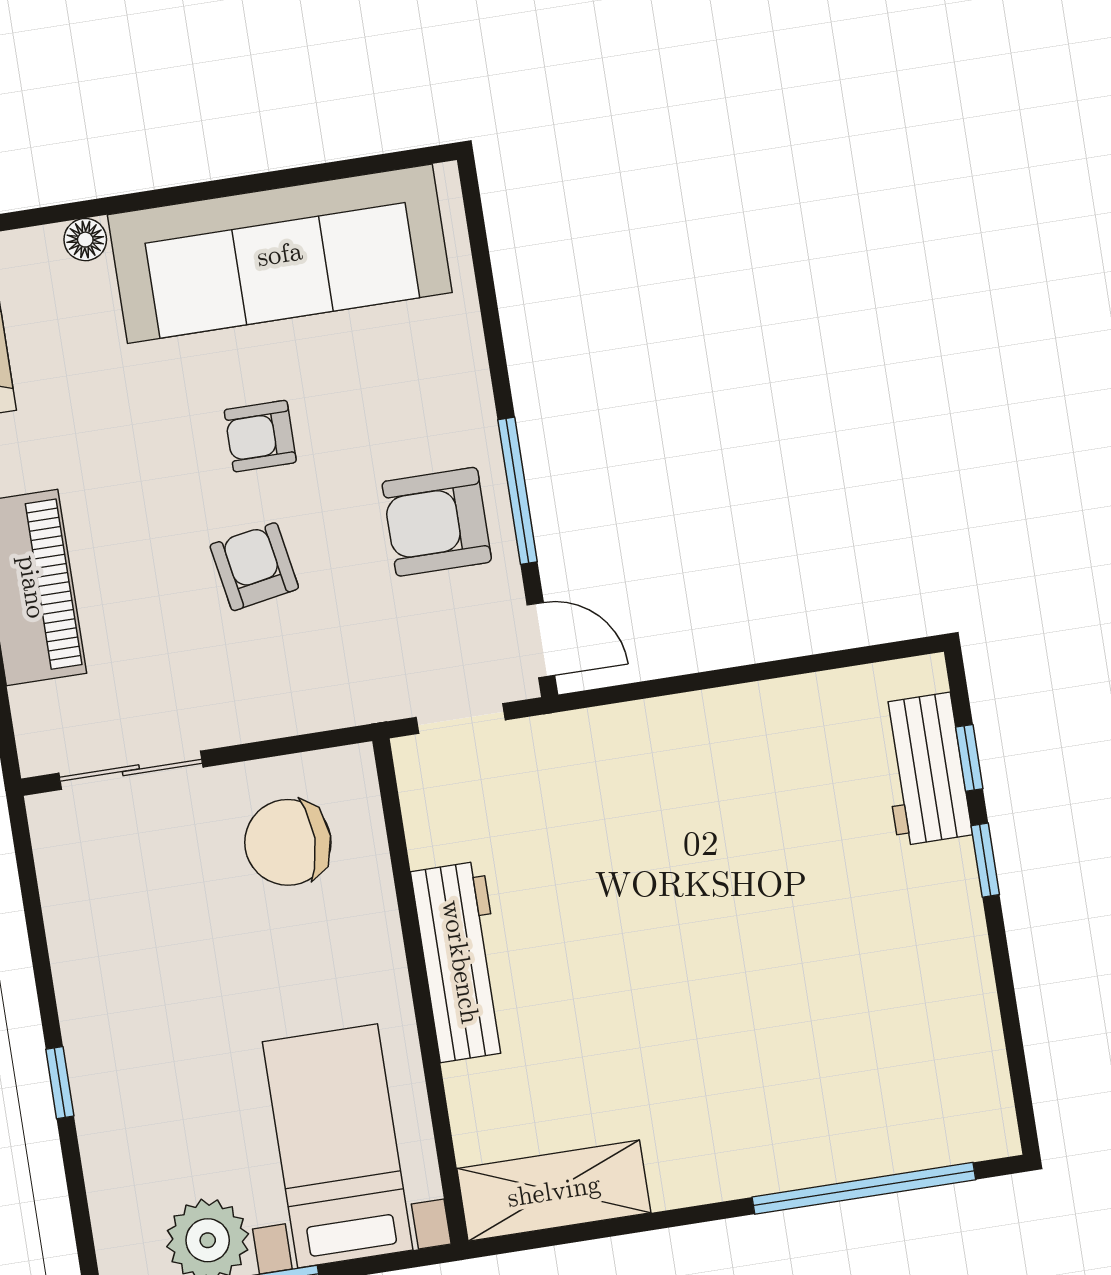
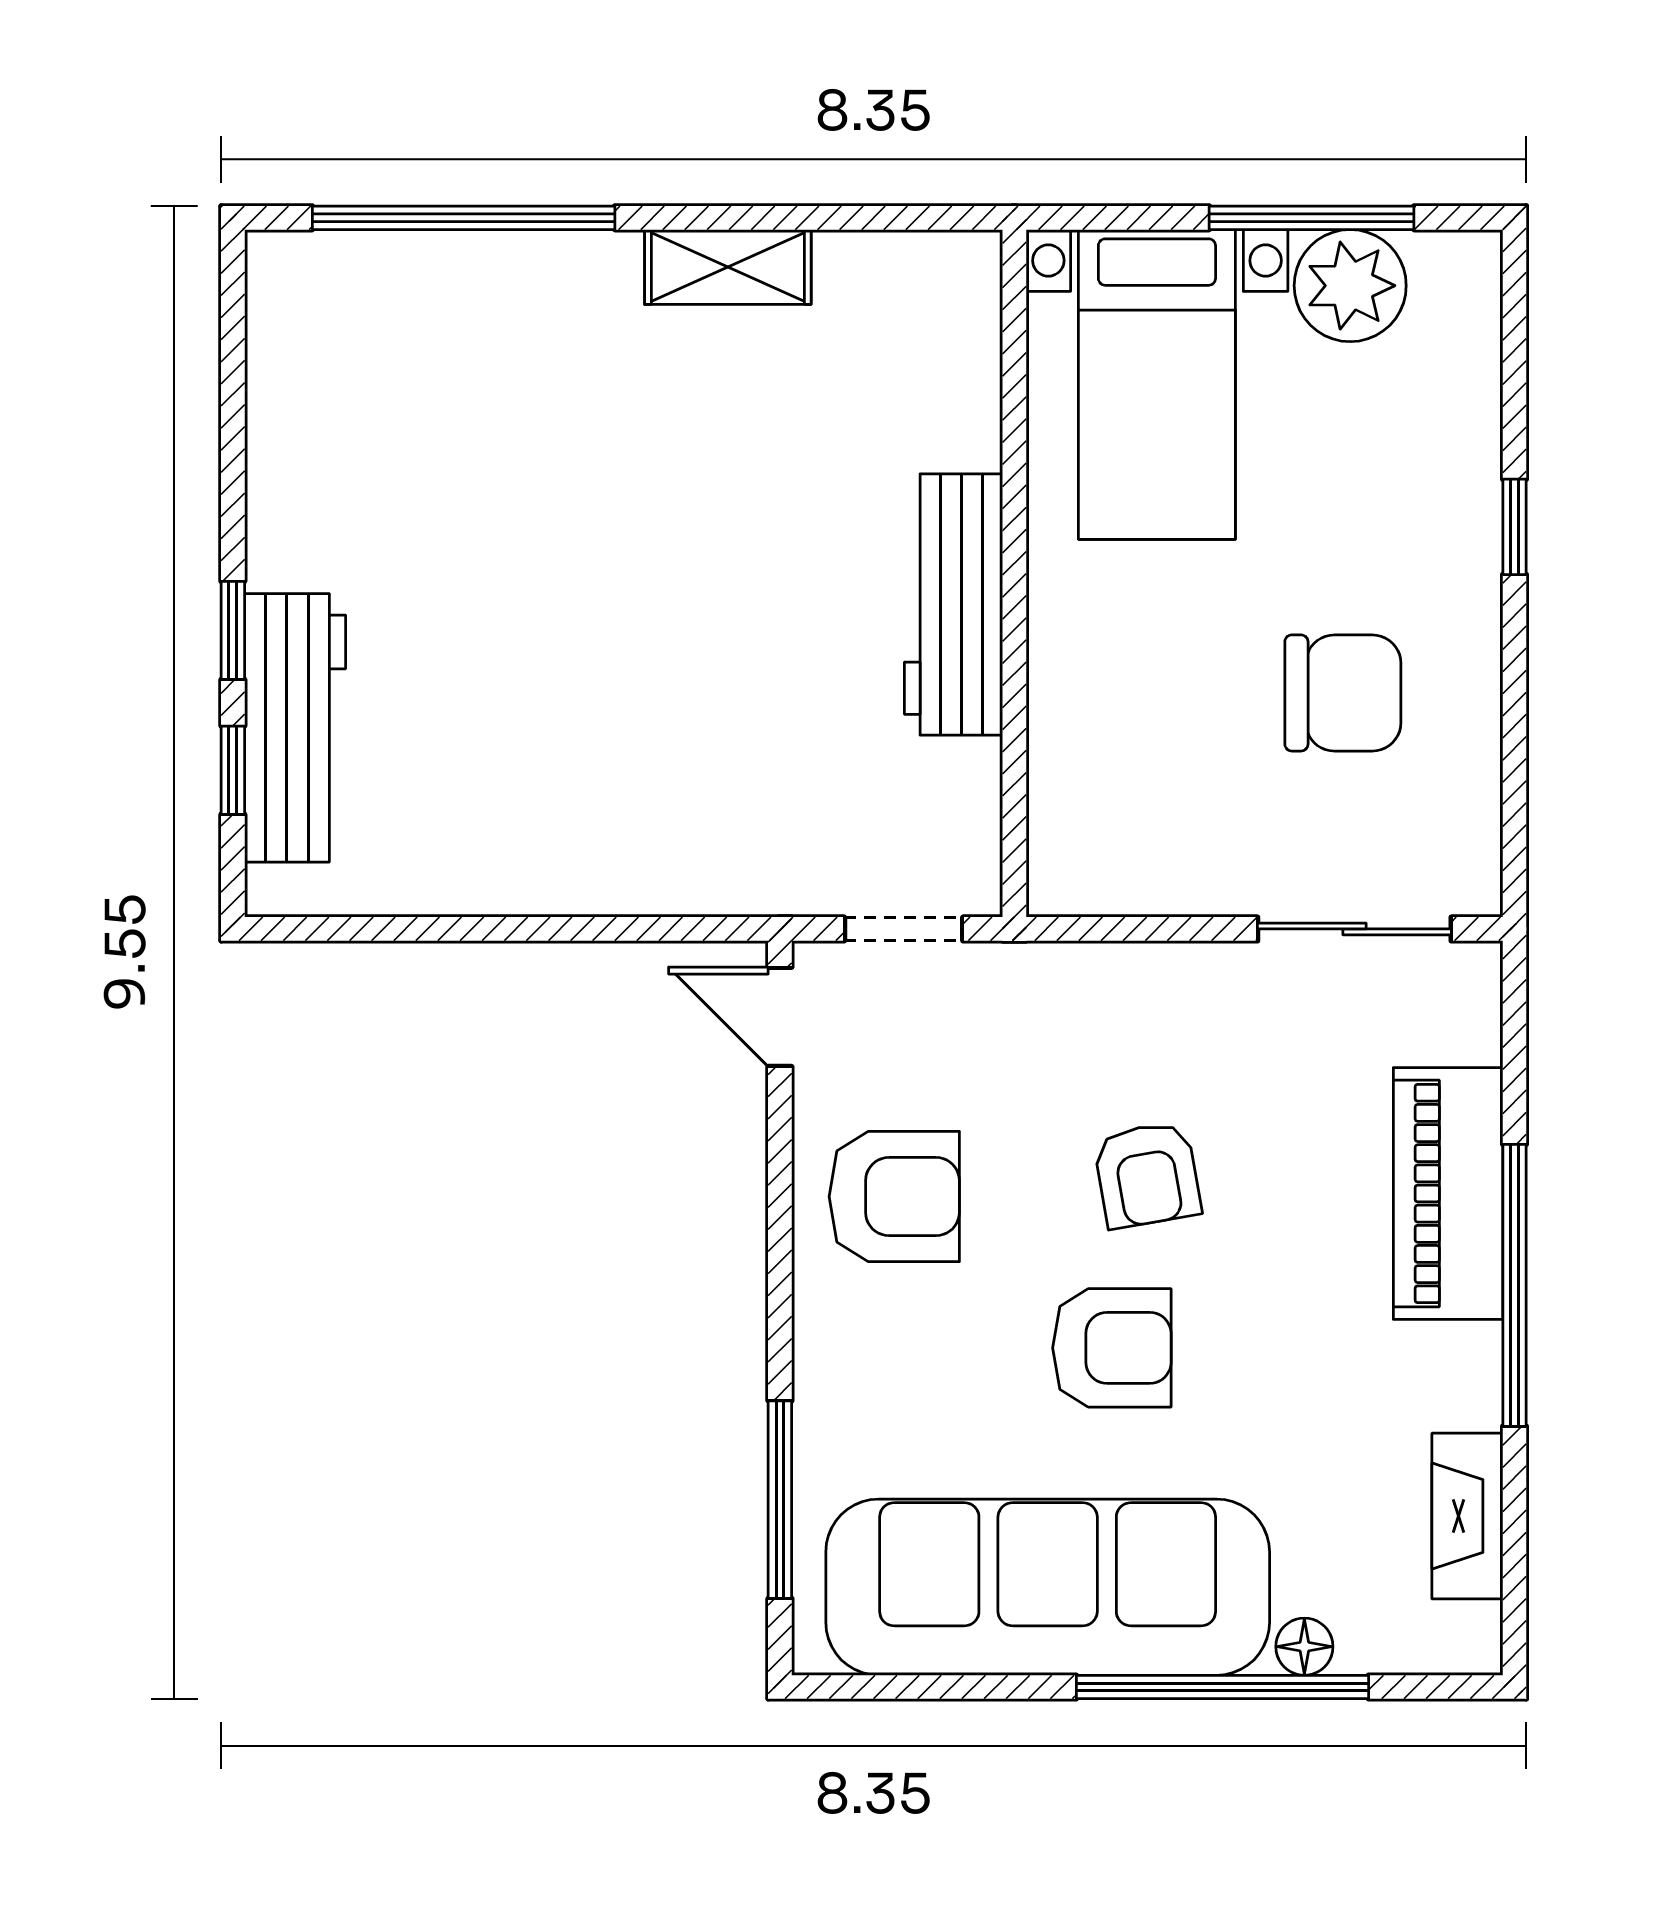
window: (141, 201) -> (1222, 1687), added
armchair: (260, 436) -> (1112, 1348), width x1.38, depth x1.38
window: (518, 491) -> (780, 1500), moved
workbench: (924, 769) -> (295, 728), width x1.37
chair: (288, 842) -> (1343, 693), moved
shelving: (554, 1191) -> (728, 267), moved, width x0.67, depth x0.75

